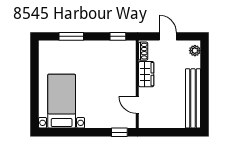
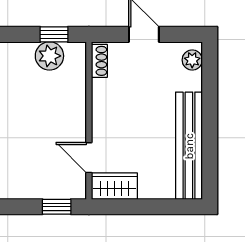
plant: (115, 48) -> (49, 56), added
wardrobe: (146, 74) -> (114, 186), moved, turned -90

